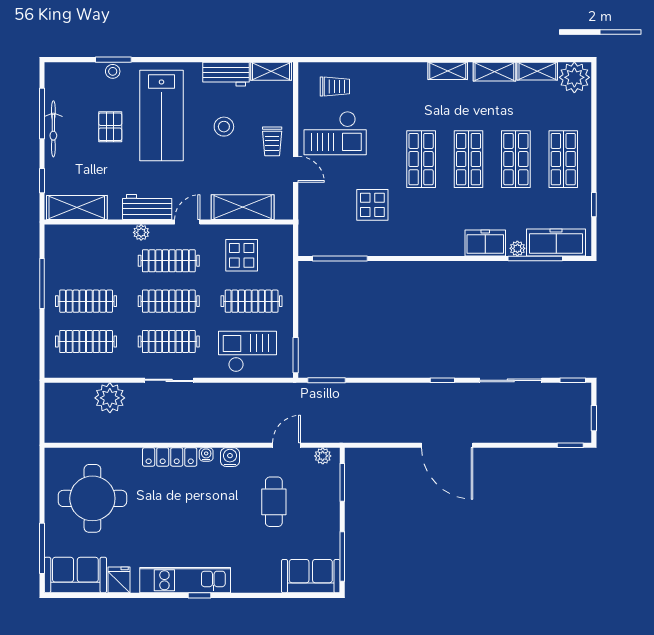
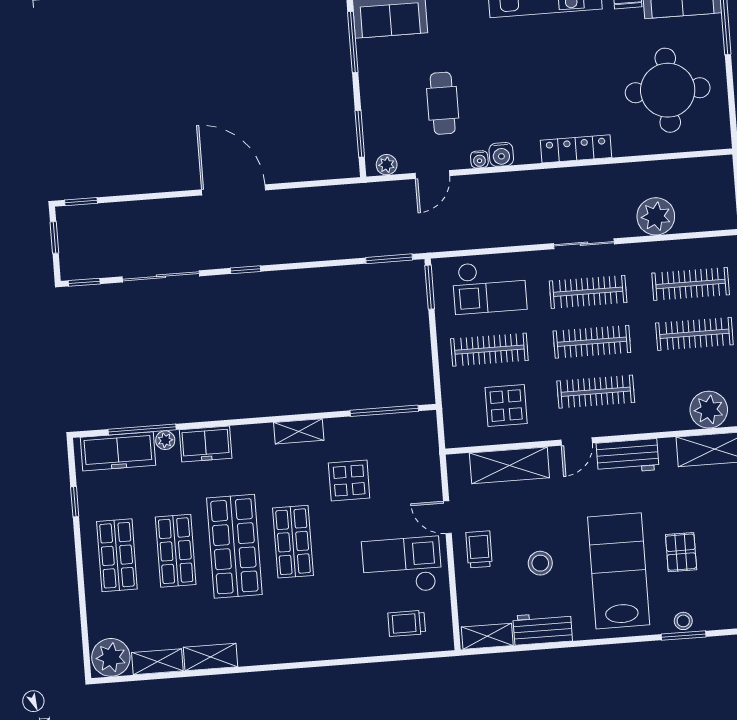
shelving: (448, 71) -> (299, 431), moved
shop shelf: (468, 159) -> (234, 546), width x1.43, depth x1.36
plant: (141, 232) -> (709, 410), moved, width x1.87, depth x1.87
water cooler: (206, 454) -> (479, 159), moved

